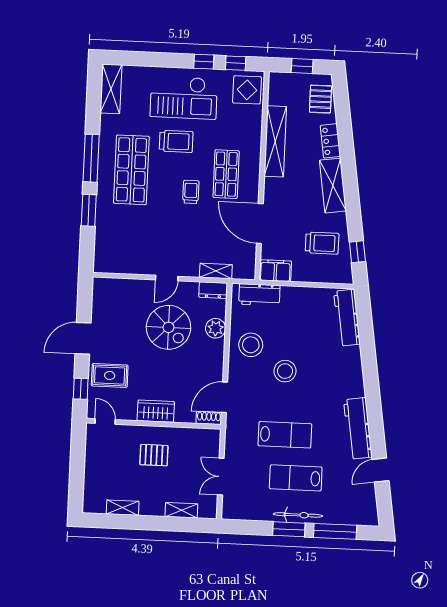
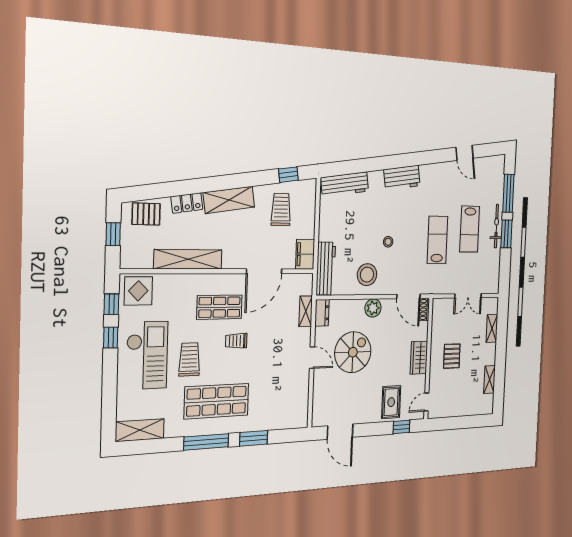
workbench: (259, 295) -> (326, 269), width x1.38
plant: (216, 328) -> (373, 308), moved
door: (83, 338) -> (340, 432), moved
stool: (285, 371) -> (388, 242), width x0.53, depth x0.53
workbench: (358, 428) -> (402, 178), moved, width x0.73

